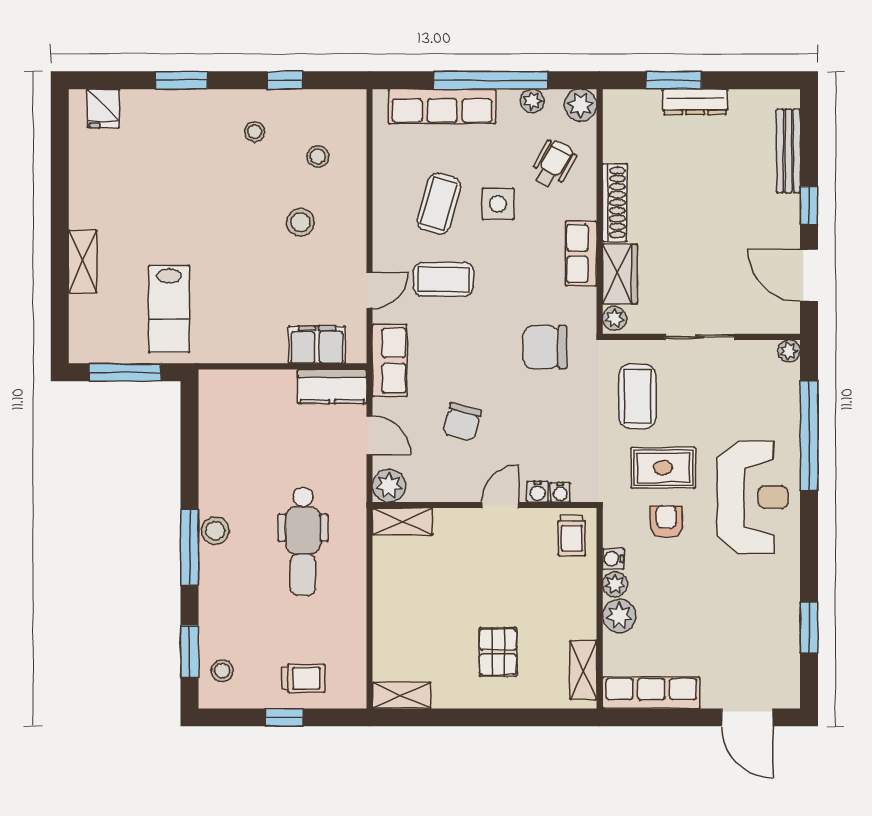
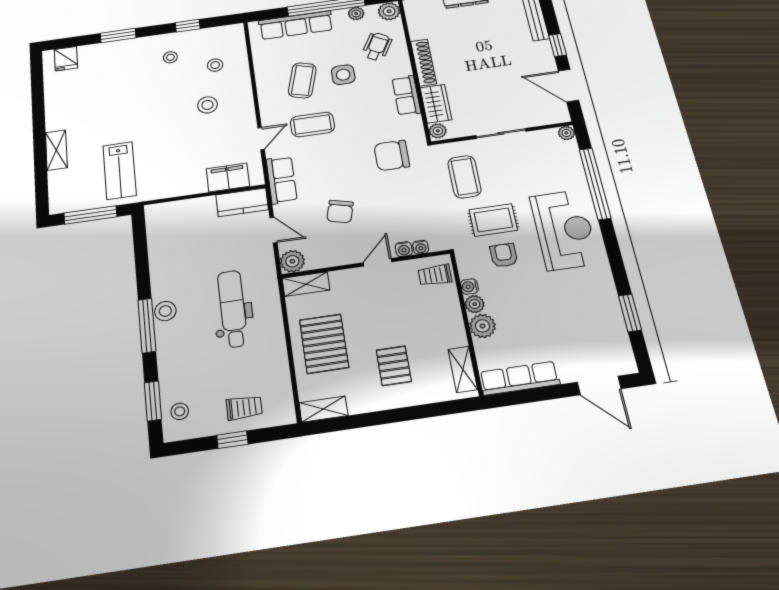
trolley: (572, 535) -> (435, 275), turned 90
dental chair: (303, 541) -> (233, 309), turned 180
pallet: (414, 608) -> (324, 344), added

